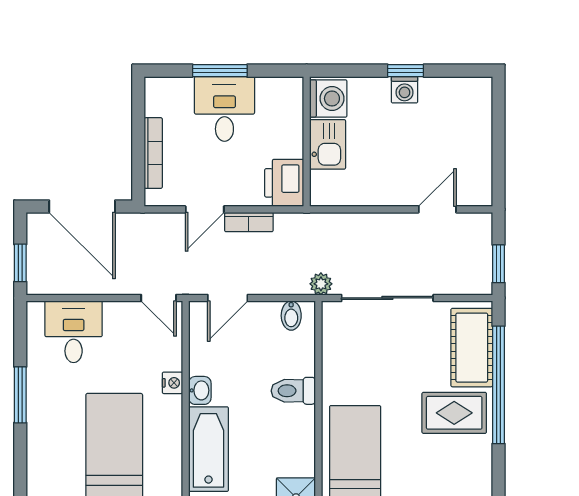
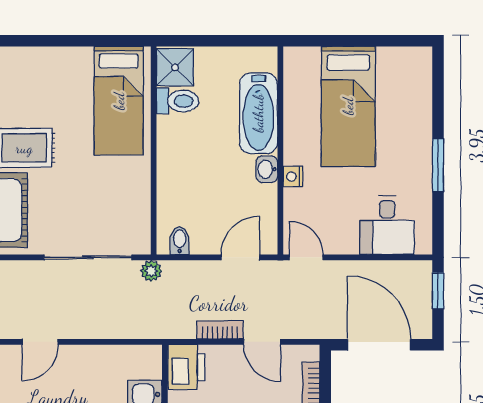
door: (205, 209) -> (262, 342), swing flipped
toilet: (293, 391) -> (178, 101), moved

